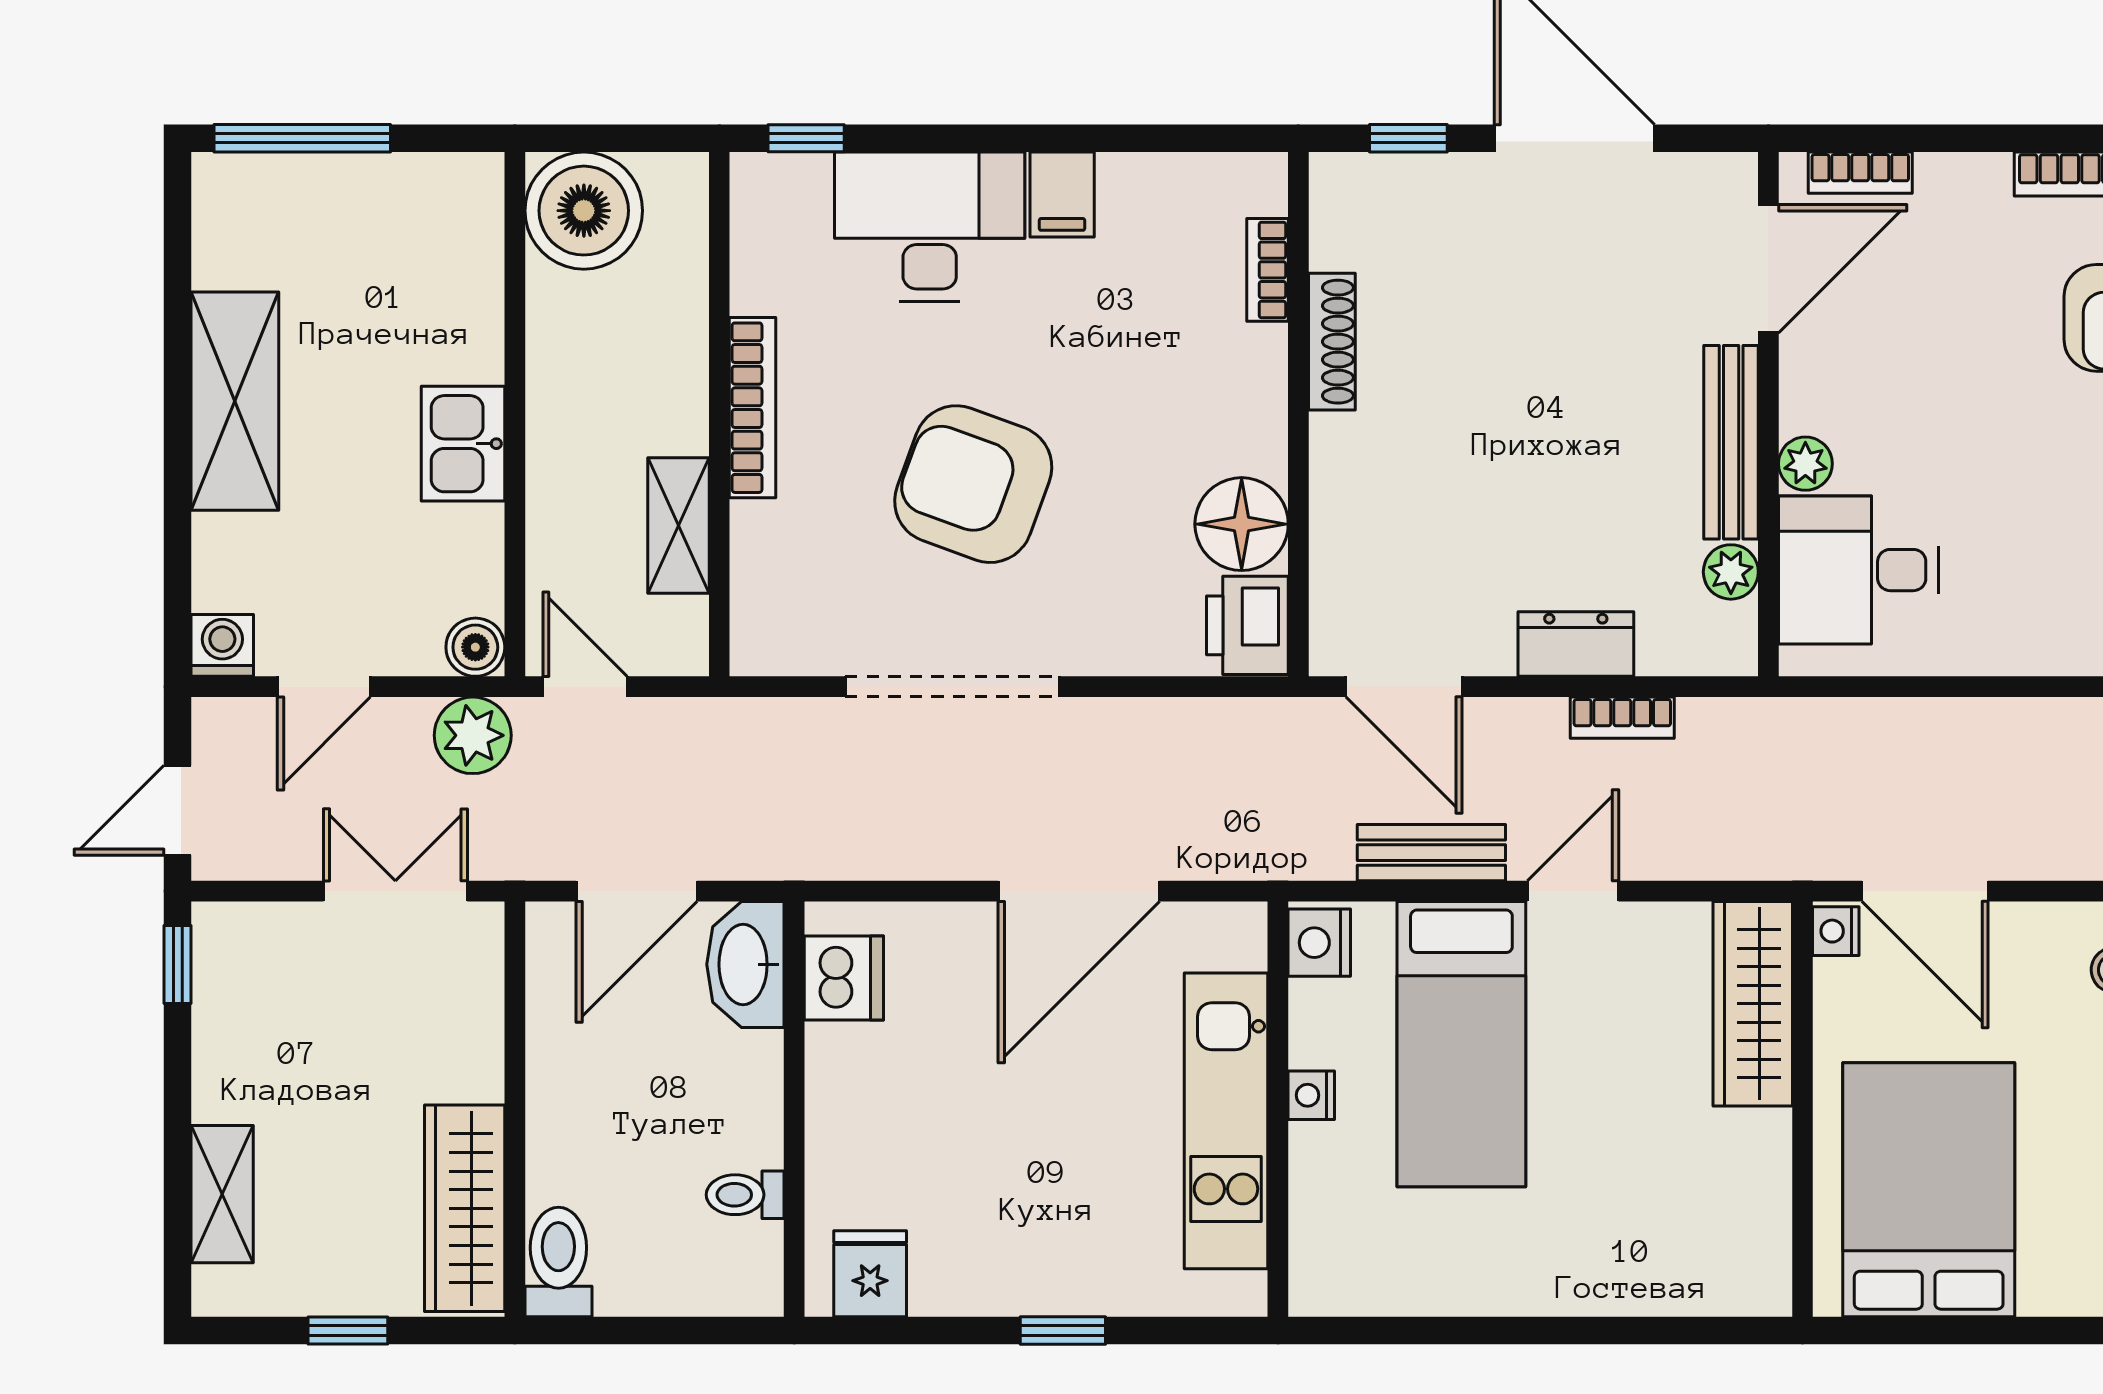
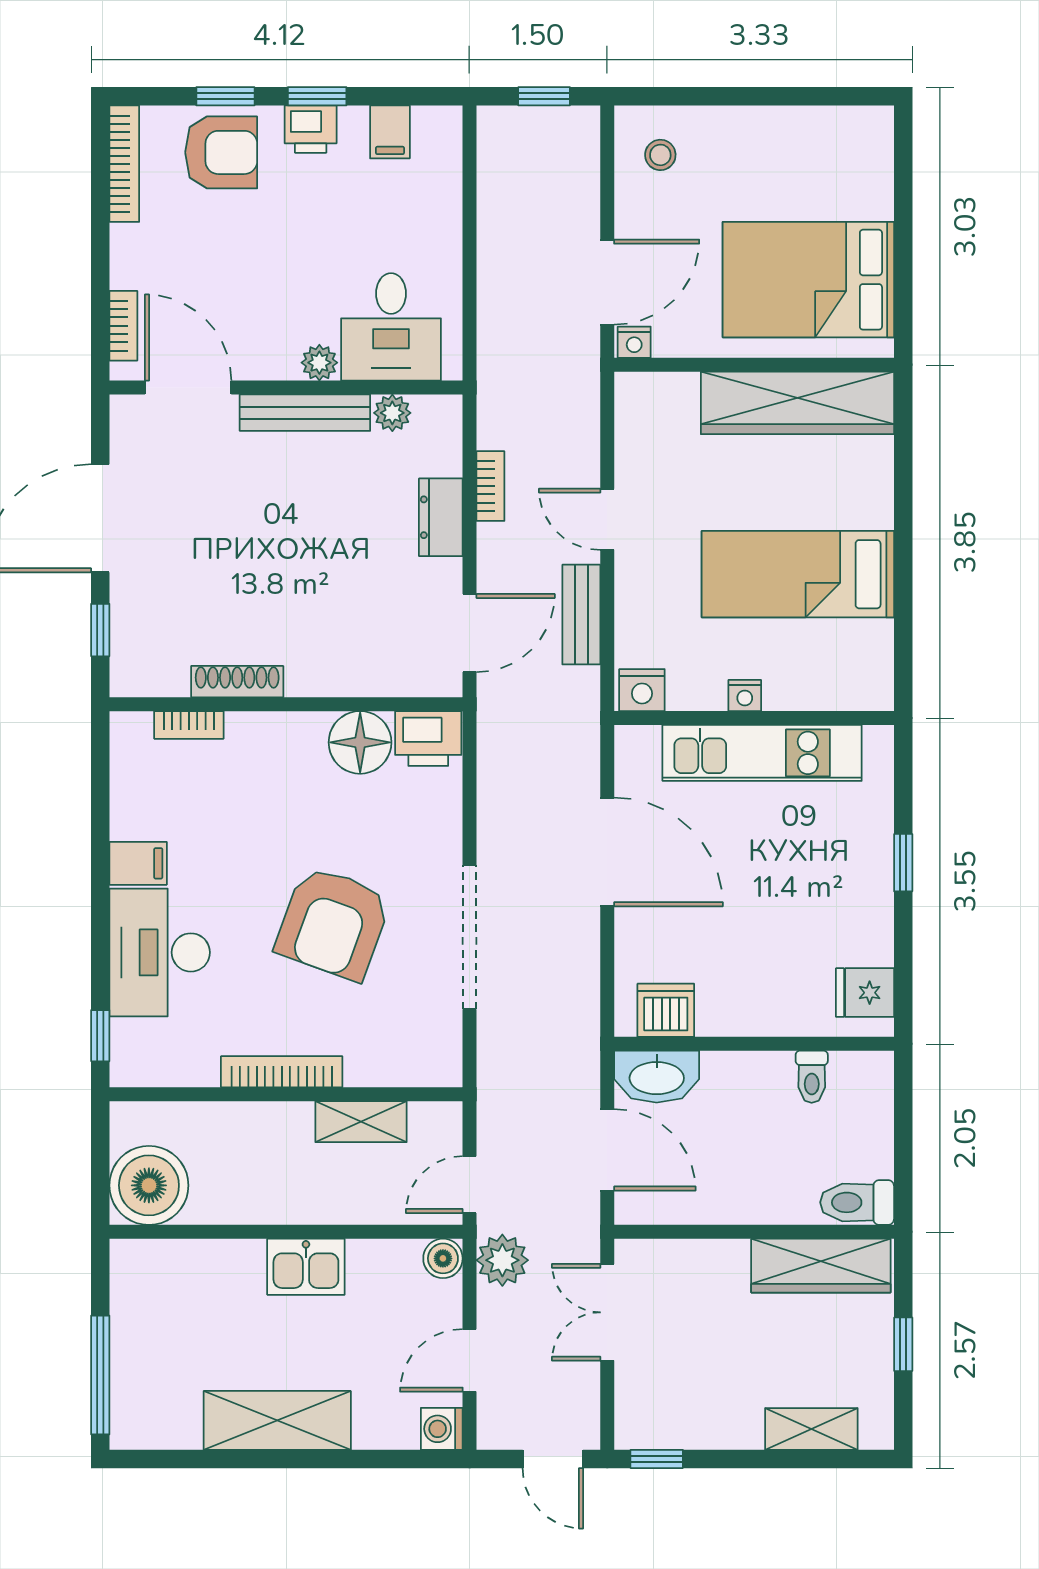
door: (324, 687) -> (470, 1360), swing flipped
wardrobe: (1753, 1004) -> (797, 403), moved, width x1.40, depth x1.17
bed: (1461, 1044) -> (798, 574), moved, turned 180

